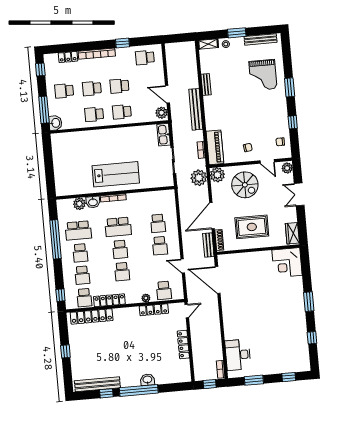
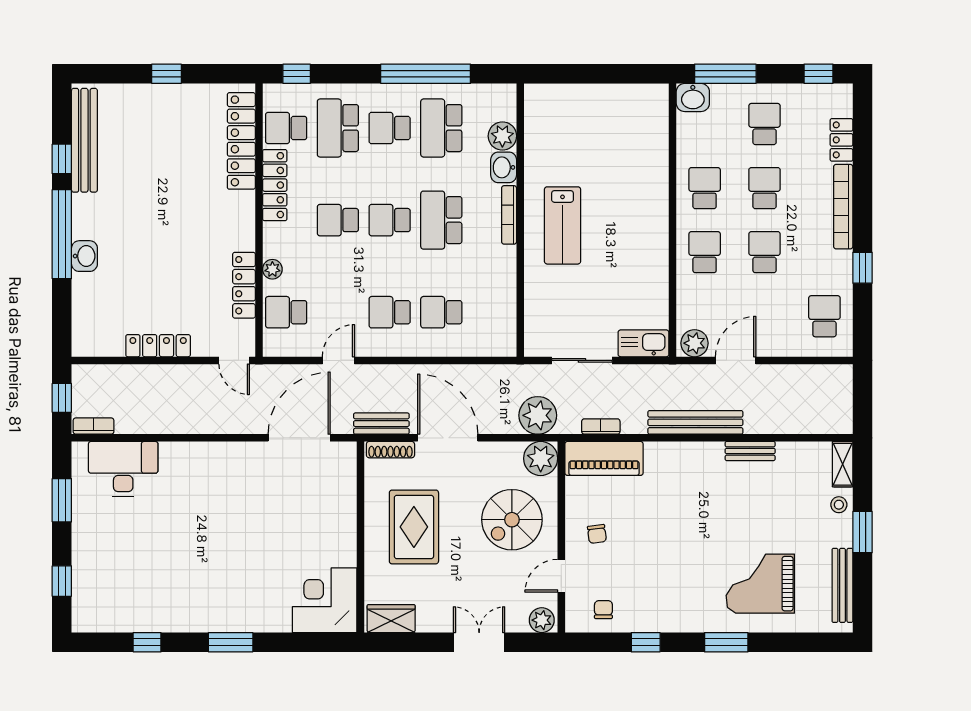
lab bench: (116, 174) -> (563, 225), width x0.73, depth x0.72
school desk: (82, 275) -> (338, 128), width x1.85

